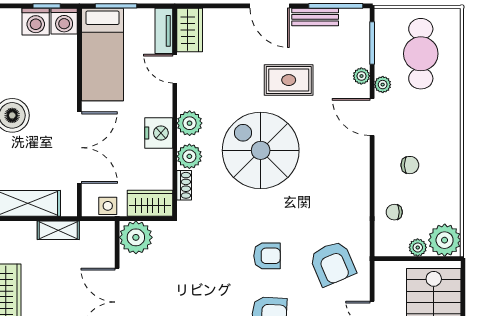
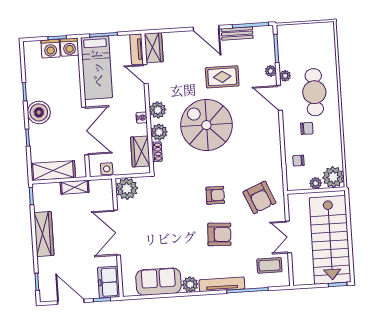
cafe table: (421, 54) -> (314, 92), moved
nightstand: (159, 133) -> (142, 118), width x0.53, depth x0.56
wardrobe: (150, 203) -> (140, 151), moved, turned -90

